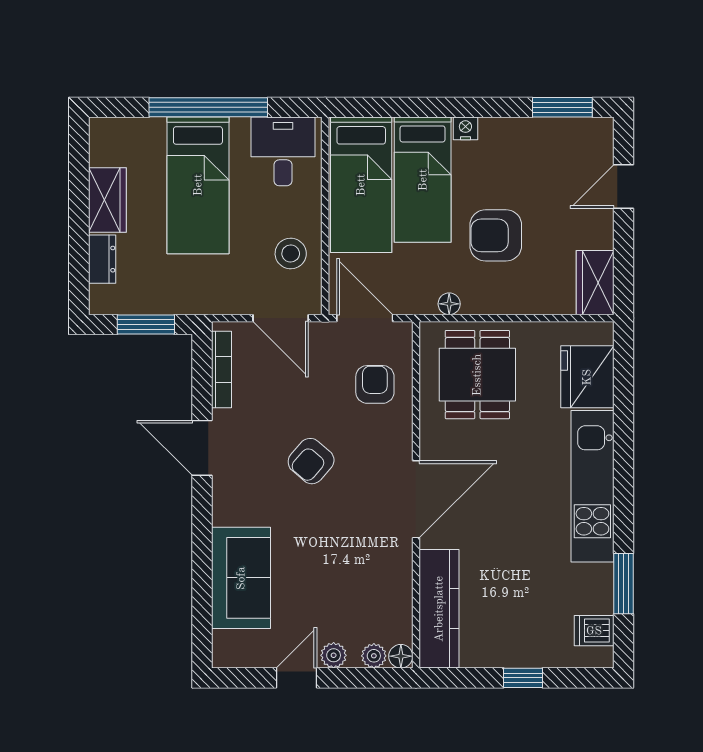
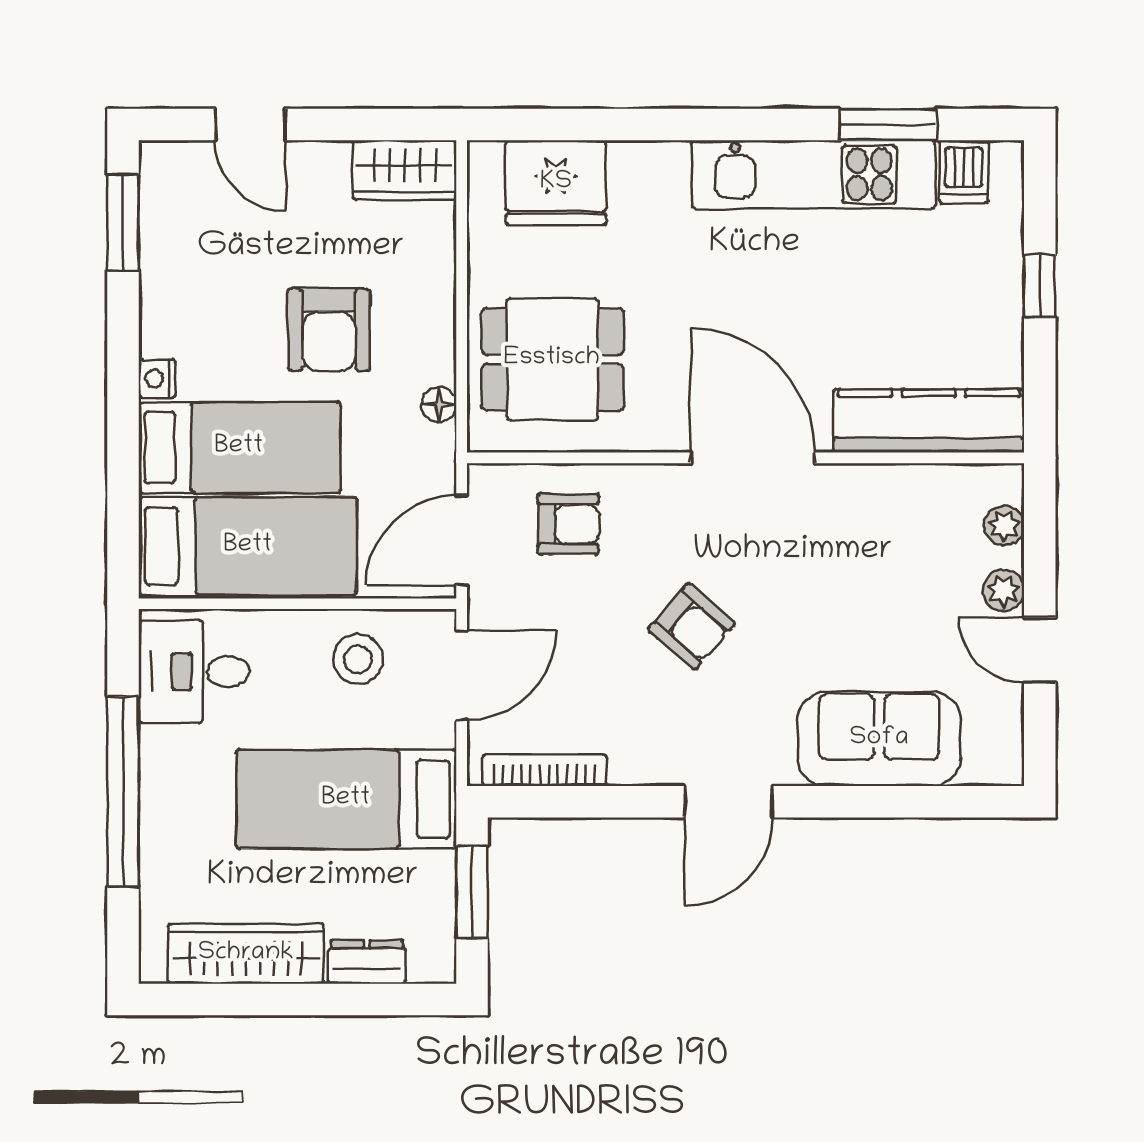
bed: (198, 185) -> (346, 799), moved, turned 180
wardrobe: (107, 200) -> (246, 954), width x1.50
armchair: (375, 384) -> (568, 524), turned 180
door: (202, 448) -> (728, 802), moved
kitchen unit: (592, 486) -> (813, 174), moved
floor lamp: (401, 656) -> (1005, 482), removed

